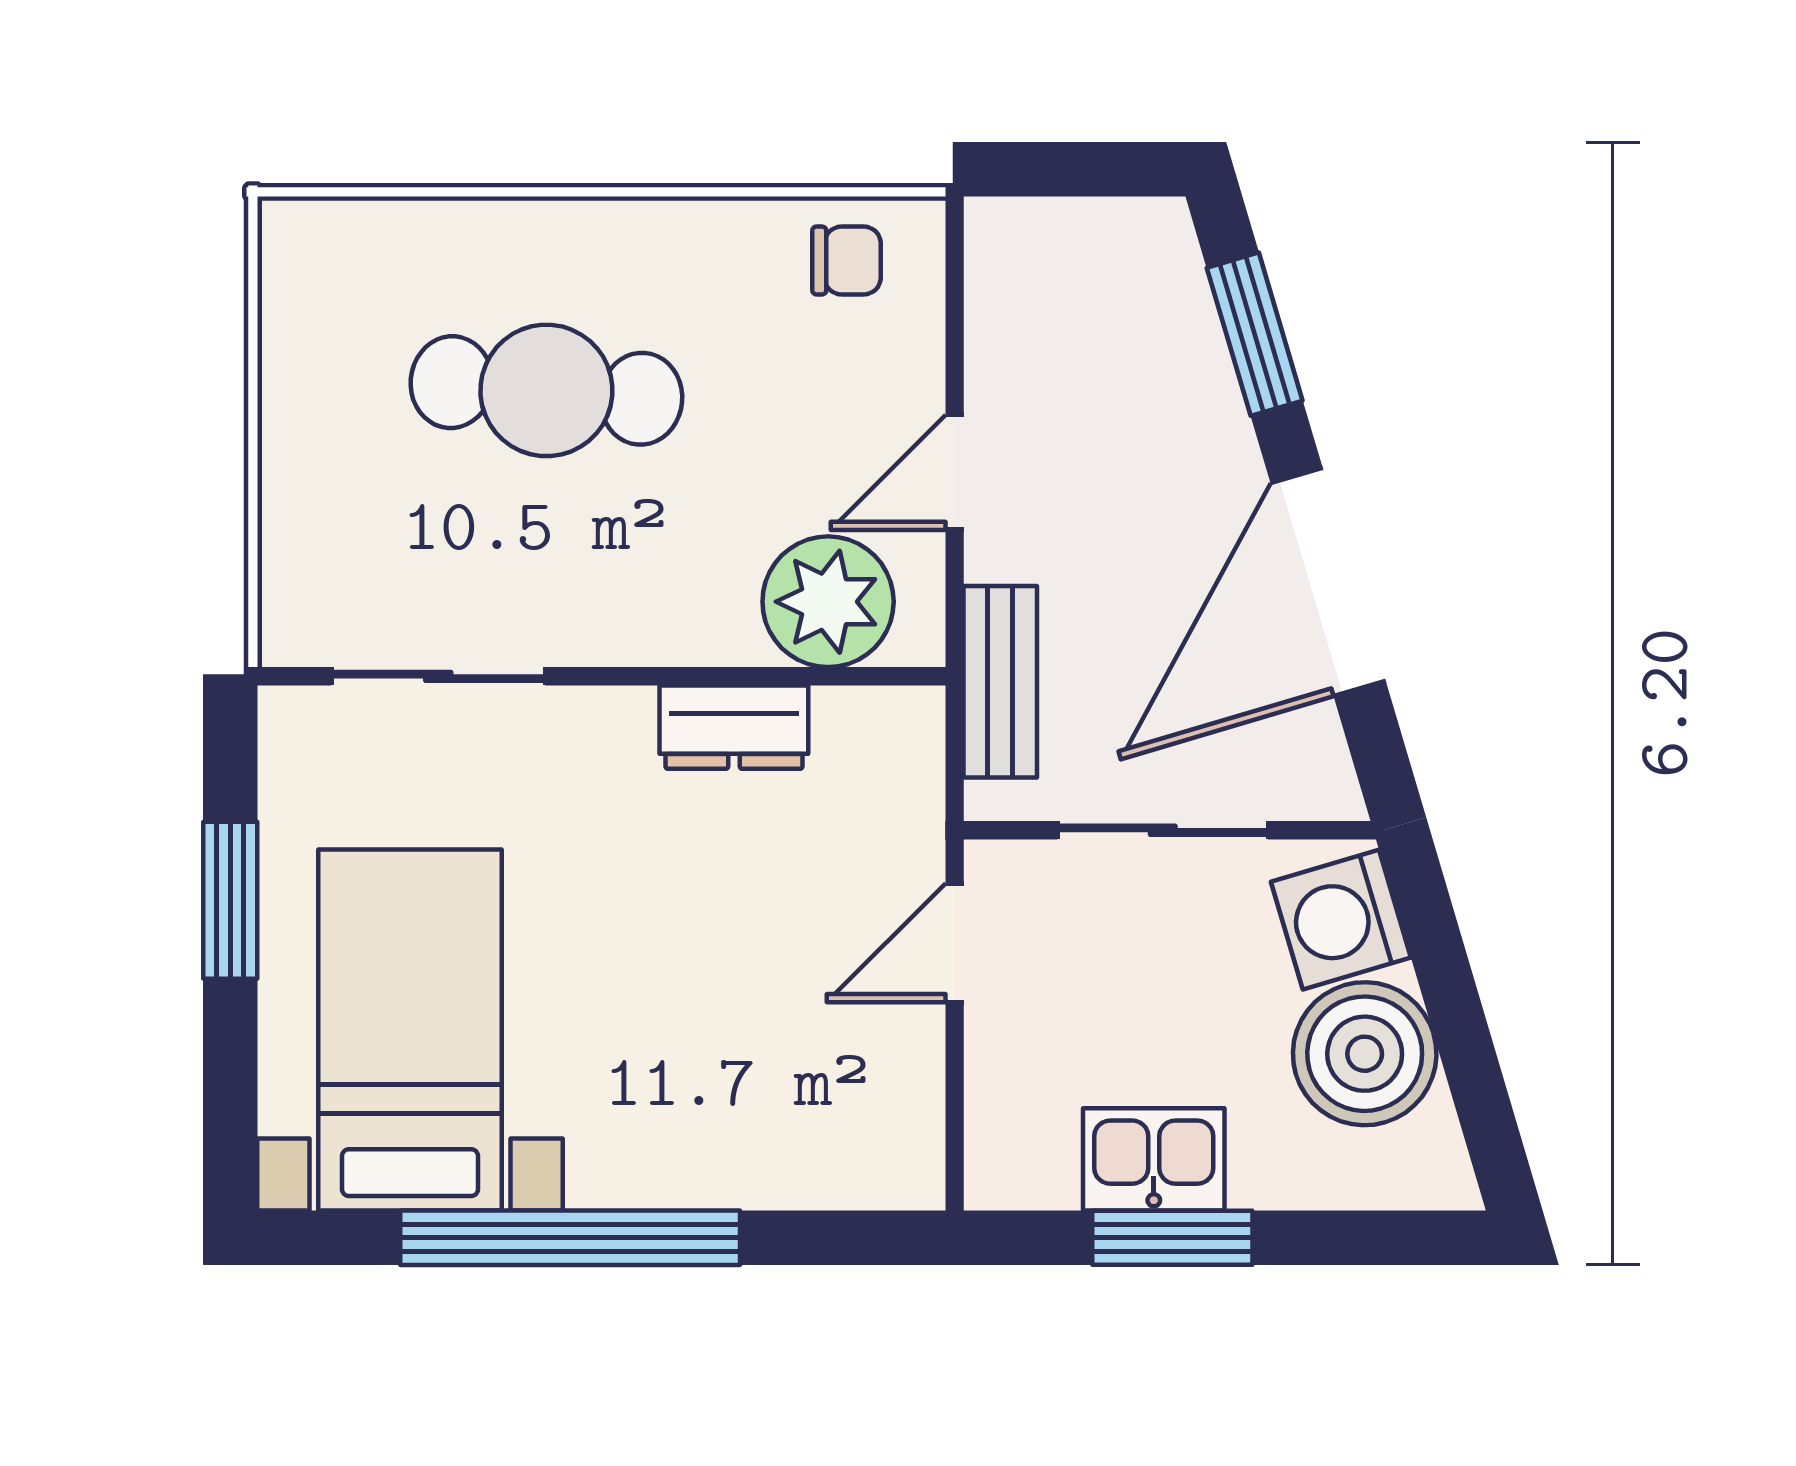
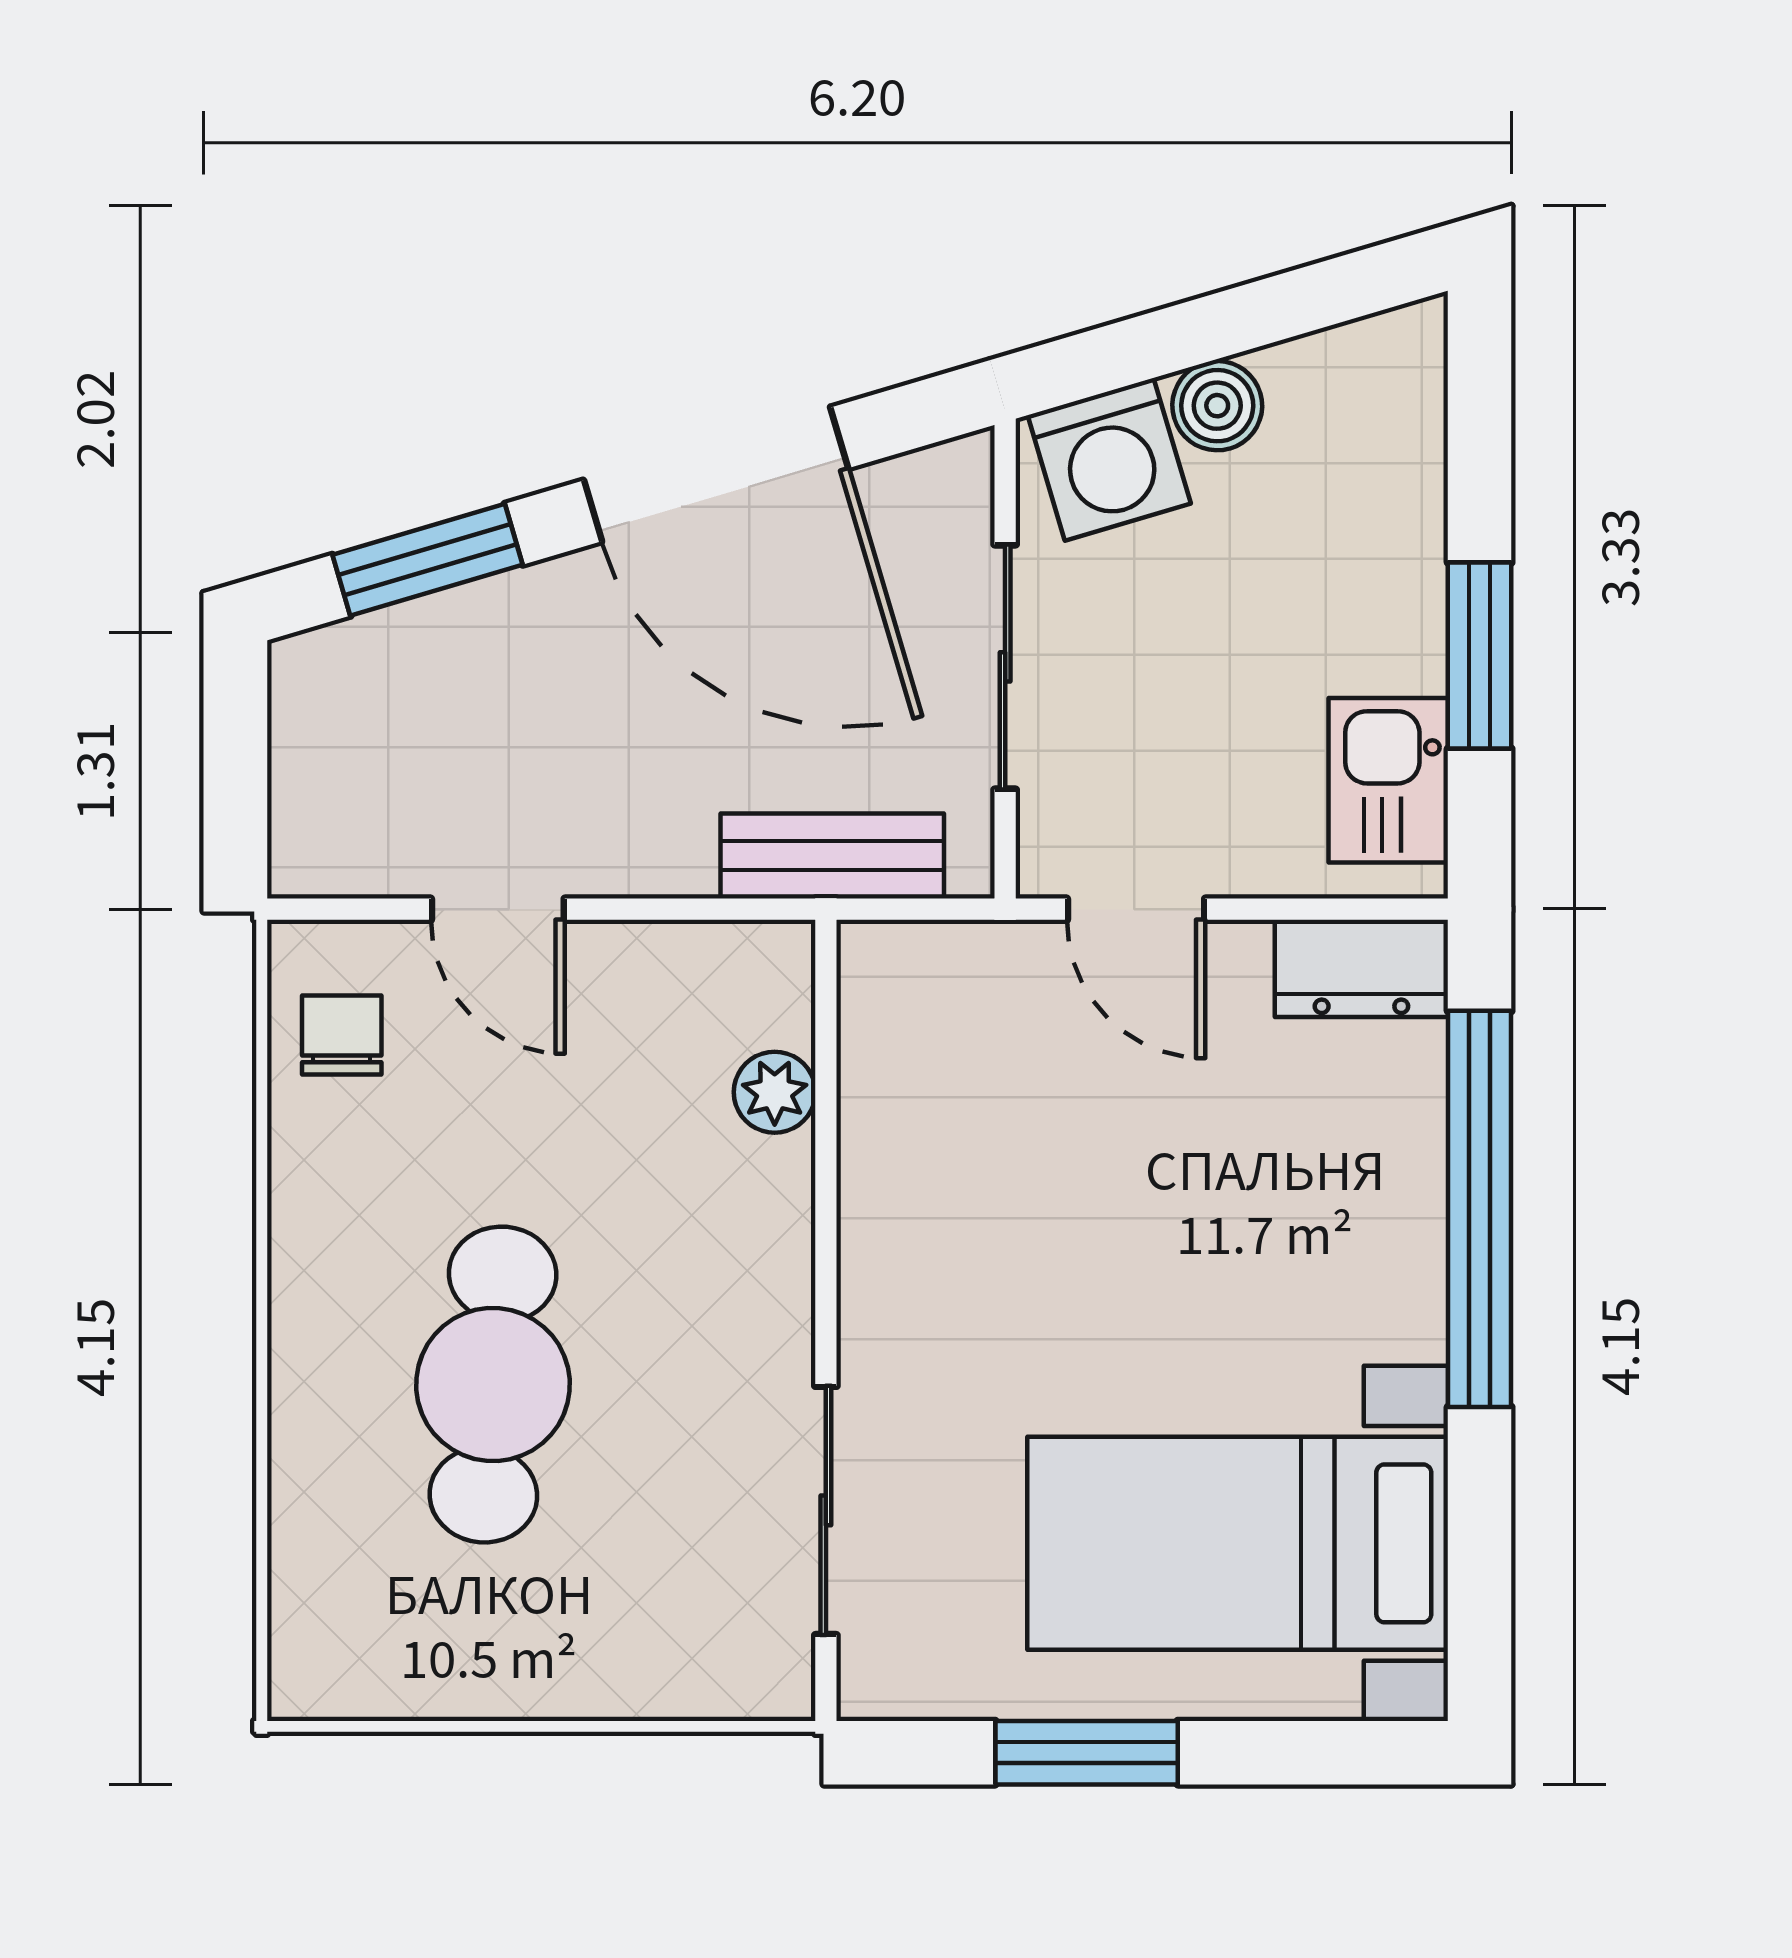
door: (955, 472) -> (498, 909), moved
plant: (828, 602) -> (775, 1092), width x0.53, depth x0.53
dresser: (734, 727) -> (1361, 968), moved, turned 90
boiler: (1365, 1054) -> (1217, 406), width x0.54, depth x0.54
kitchen sink: (1154, 1159) -> (1388, 780), moved
window: (570, 1238) -> (1480, 1209), moved

